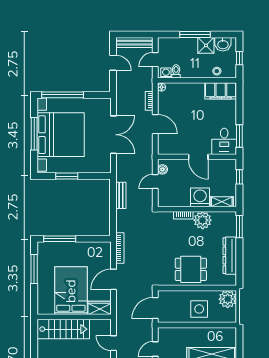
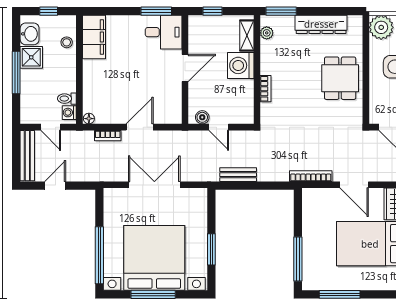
plant: (203, 220) -> (267, 33), moved, width x0.53, depth x0.53

